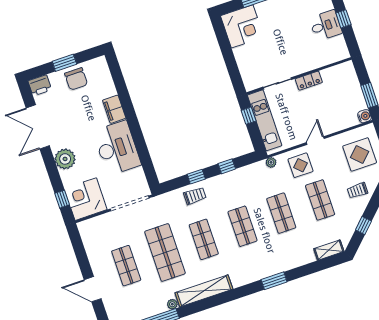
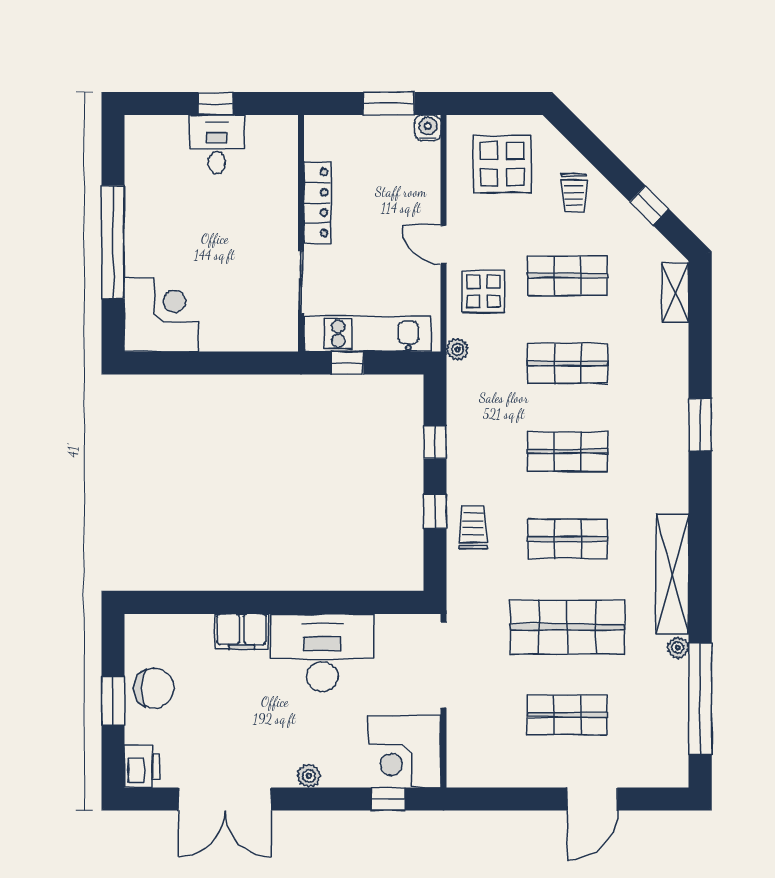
locker: (309, 81) -> (317, 202), width x1.53
plant: (65, 159) -> (309, 776), width x0.53, depth x0.53

